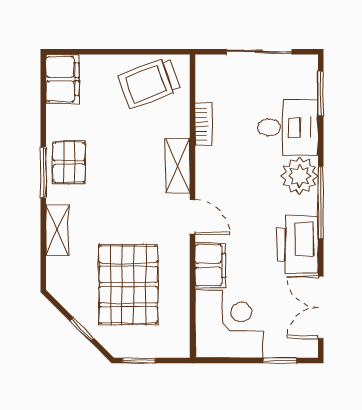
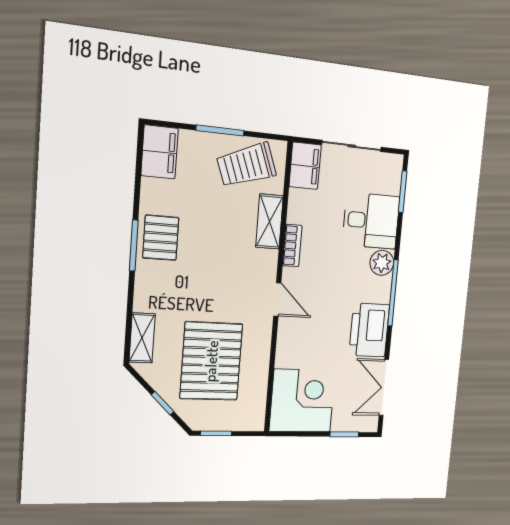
window: (120, 52) -> (220, 130), added
bookcase: (204, 124) -> (292, 246), moved
shelving: (178, 166) -> (269, 221), moved
plant: (300, 176) -> (382, 263), width x0.73, depth x0.73
shelving: (57, 230) -> (142, 338), moved
filing cabinet: (210, 265) -> (305, 166), moved

